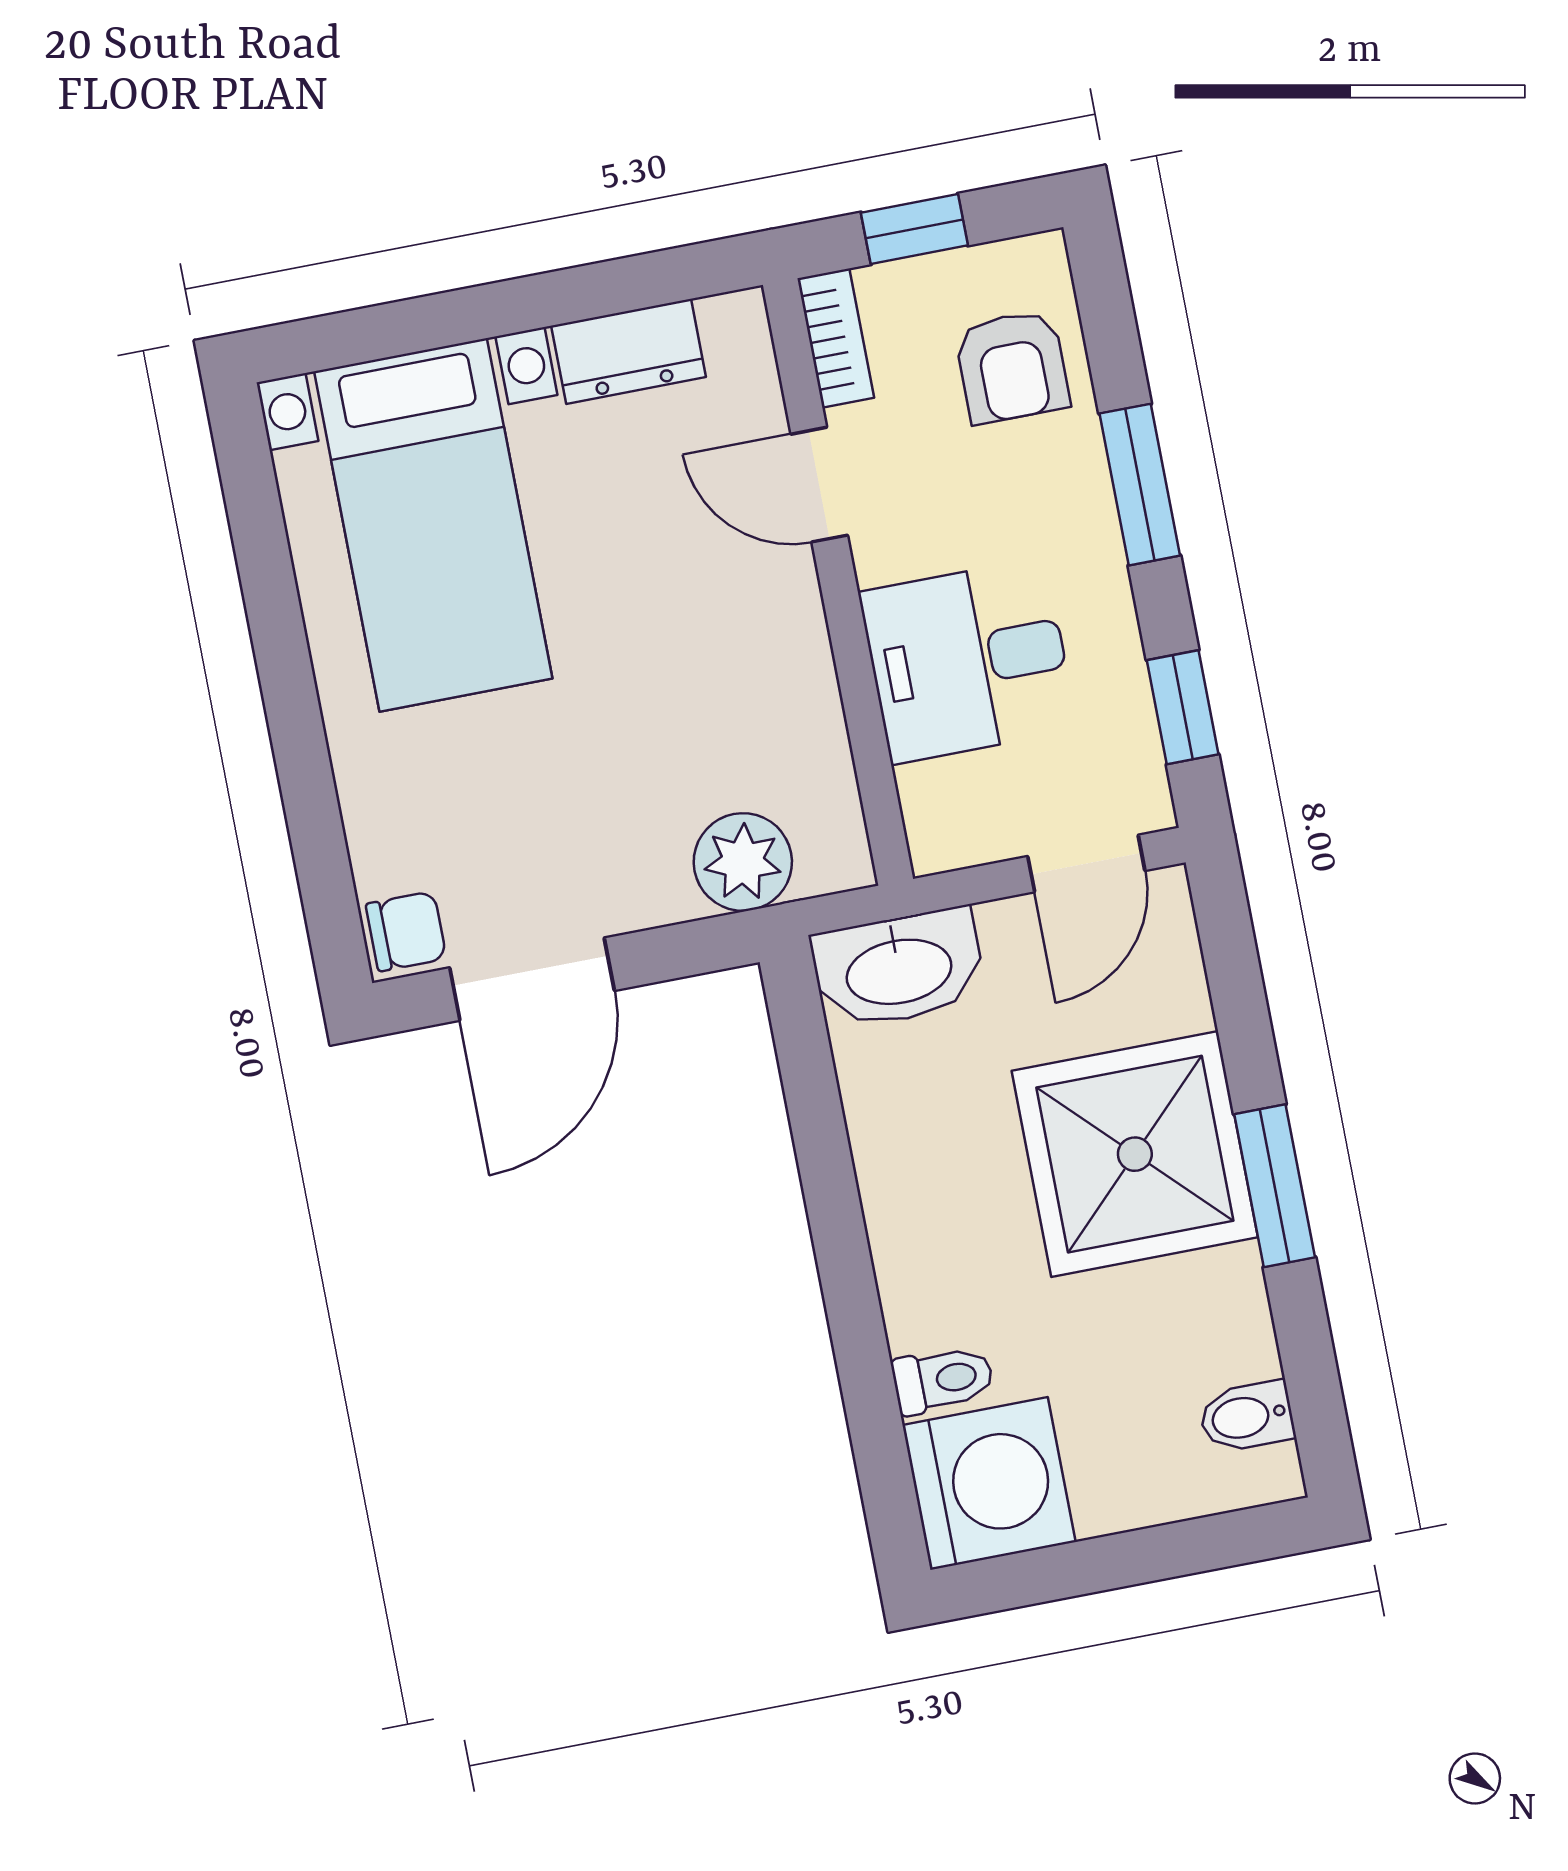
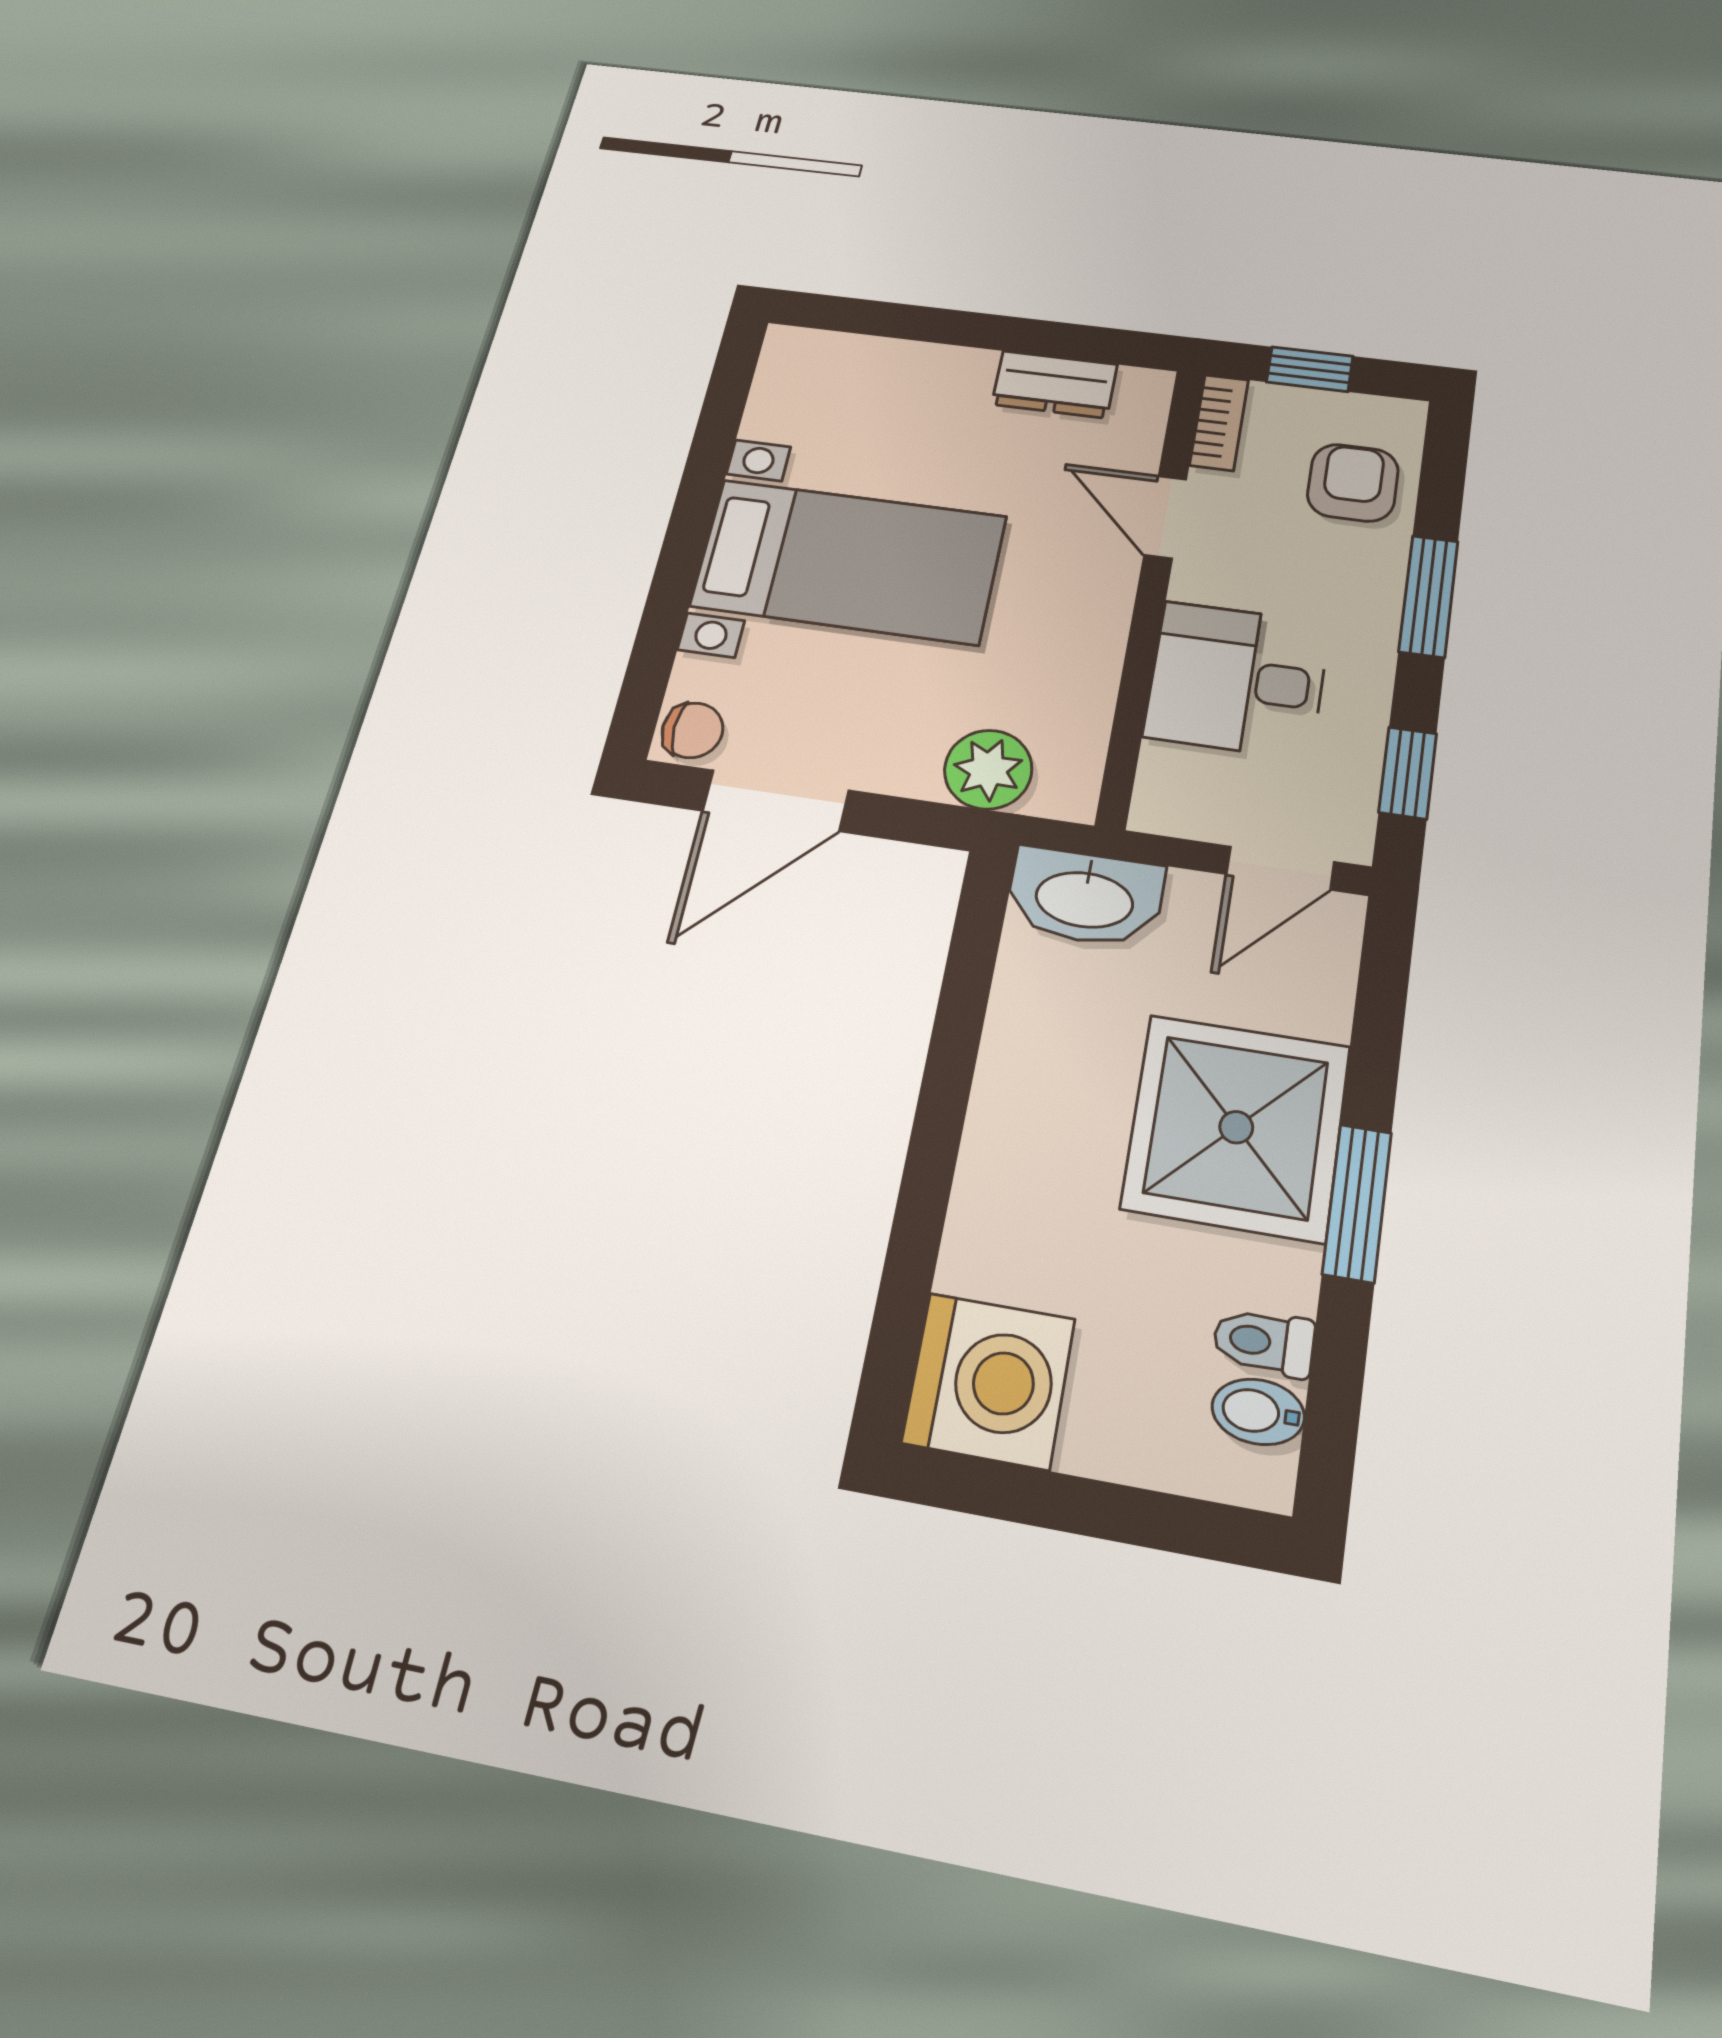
armchair: (1012, 367) -> (1353, 483), turned 180
bed with nightstands: (433, 525) -> (849, 561), moved, turned -90
toilet: (943, 1380) -> (1264, 1342), moved, turned 180

